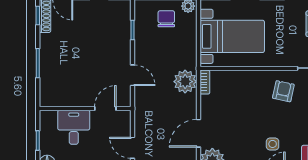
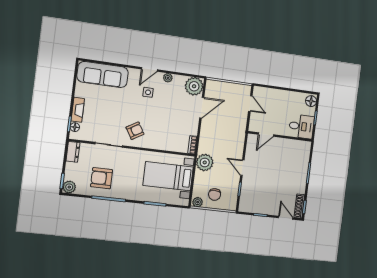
door: (133, 75) -> (242, 168), moved
plant: (185, 82) -> (205, 162), moved
armchair: (283, 91) -> (135, 131), turned -133
desk: (74, 127) -> (301, 126), moved, turned -90

